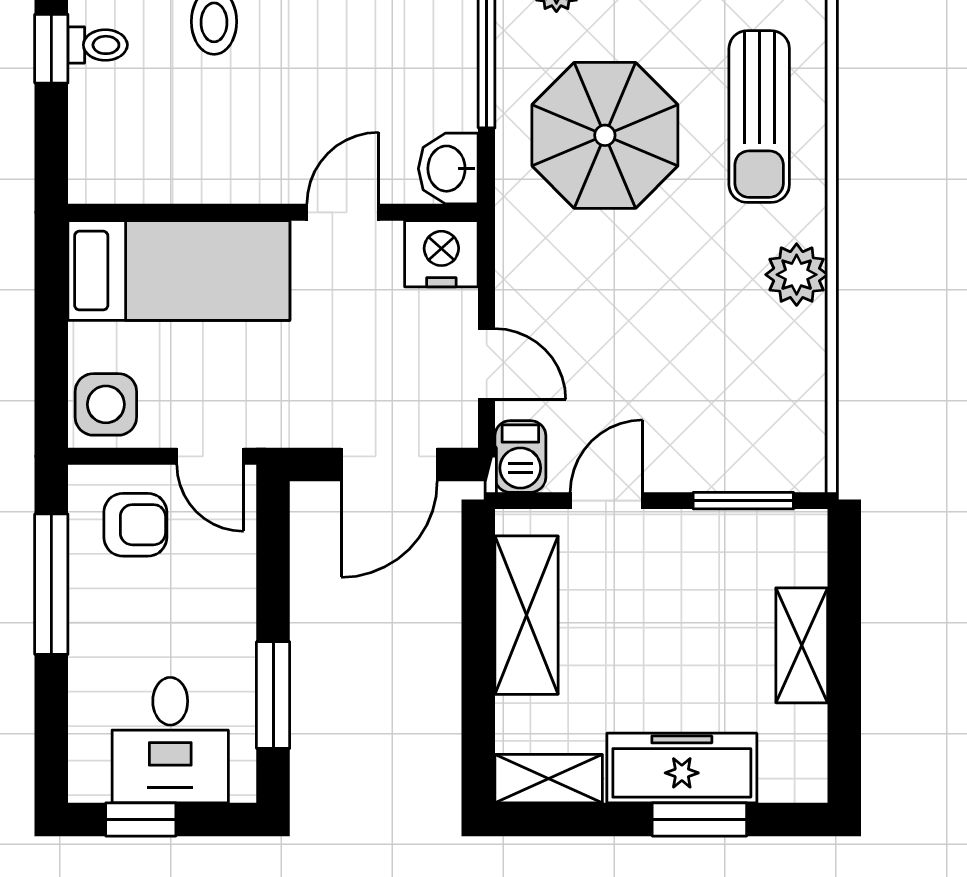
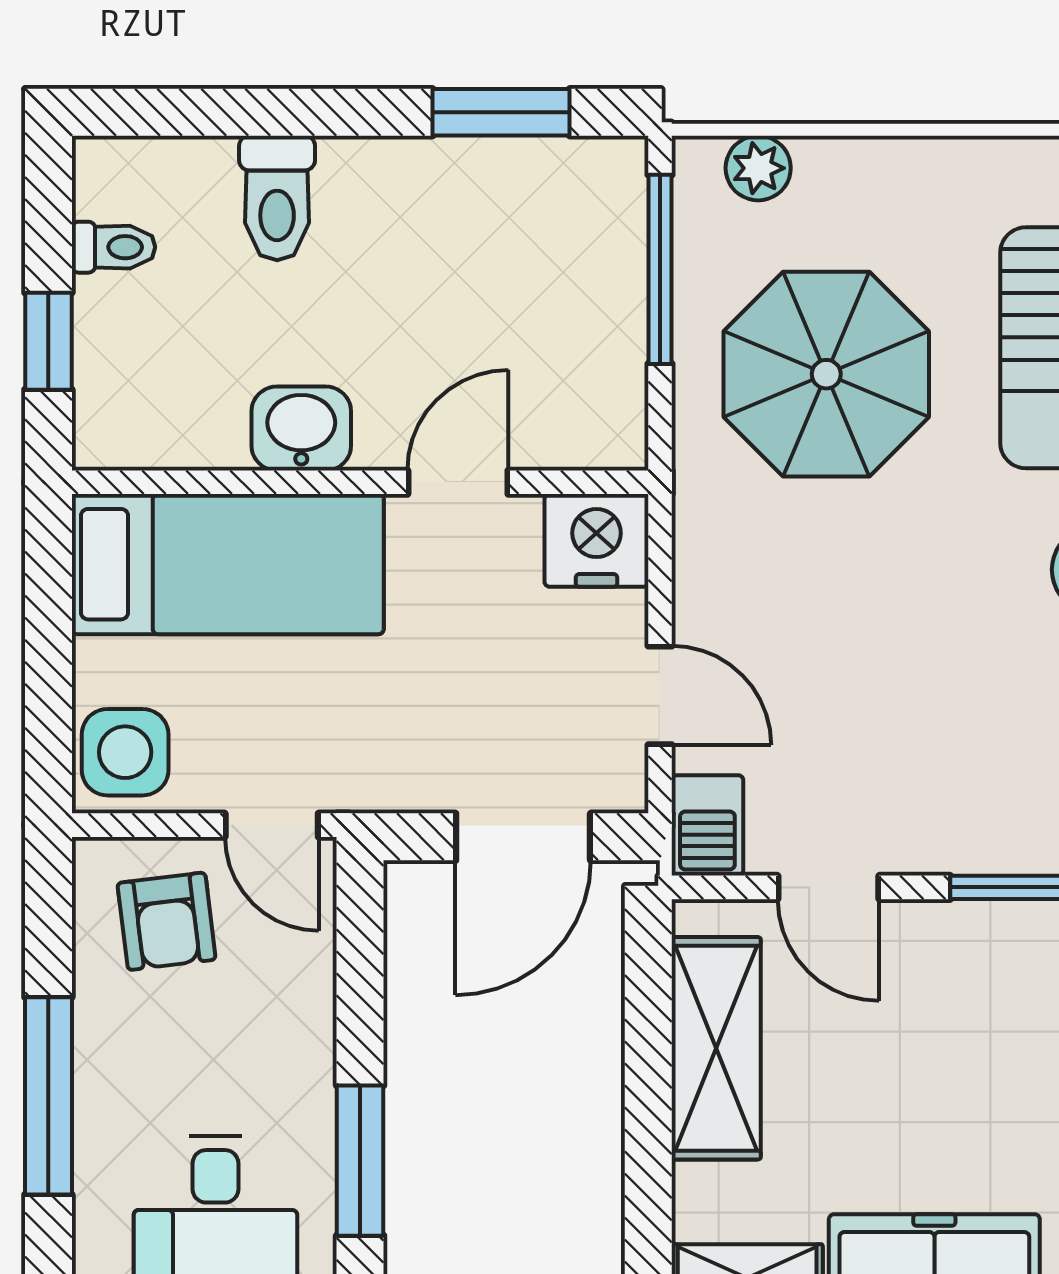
window: (51, 49) -> (48, 341), moved
washbasin: (448, 169) -> (301, 429), moved, turned 90
door: (606, 501) -> (828, 887), swing flipped
armchair: (135, 525) -> (167, 921), turned 83
window: (51, 584) -> (48, 1096), moved

